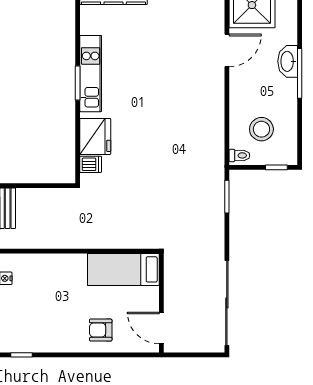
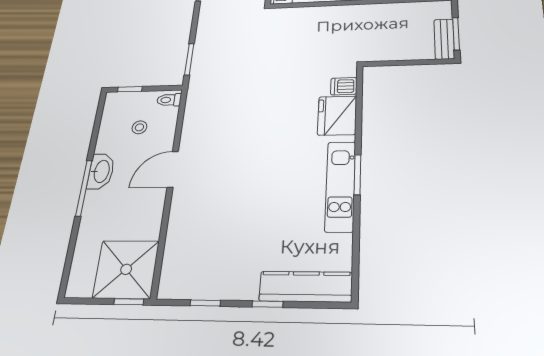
door: (227, 50) -> (173, 169), moved
washbasin: (288, 61) -> (101, 171), moved
stool: (261, 129) -> (139, 127), width x0.53, depth x0.53

